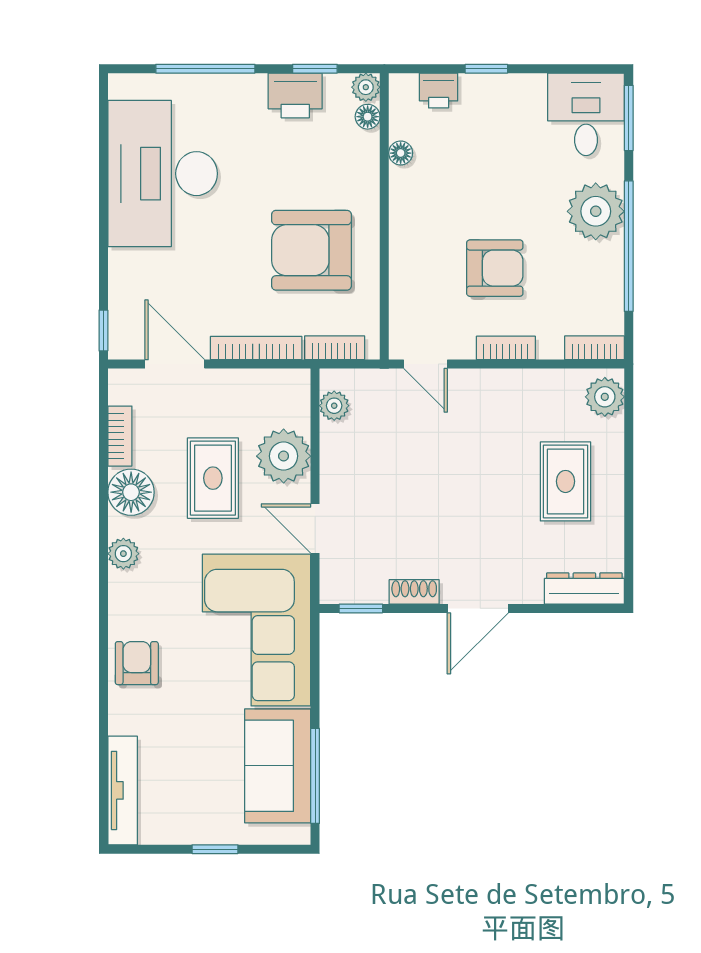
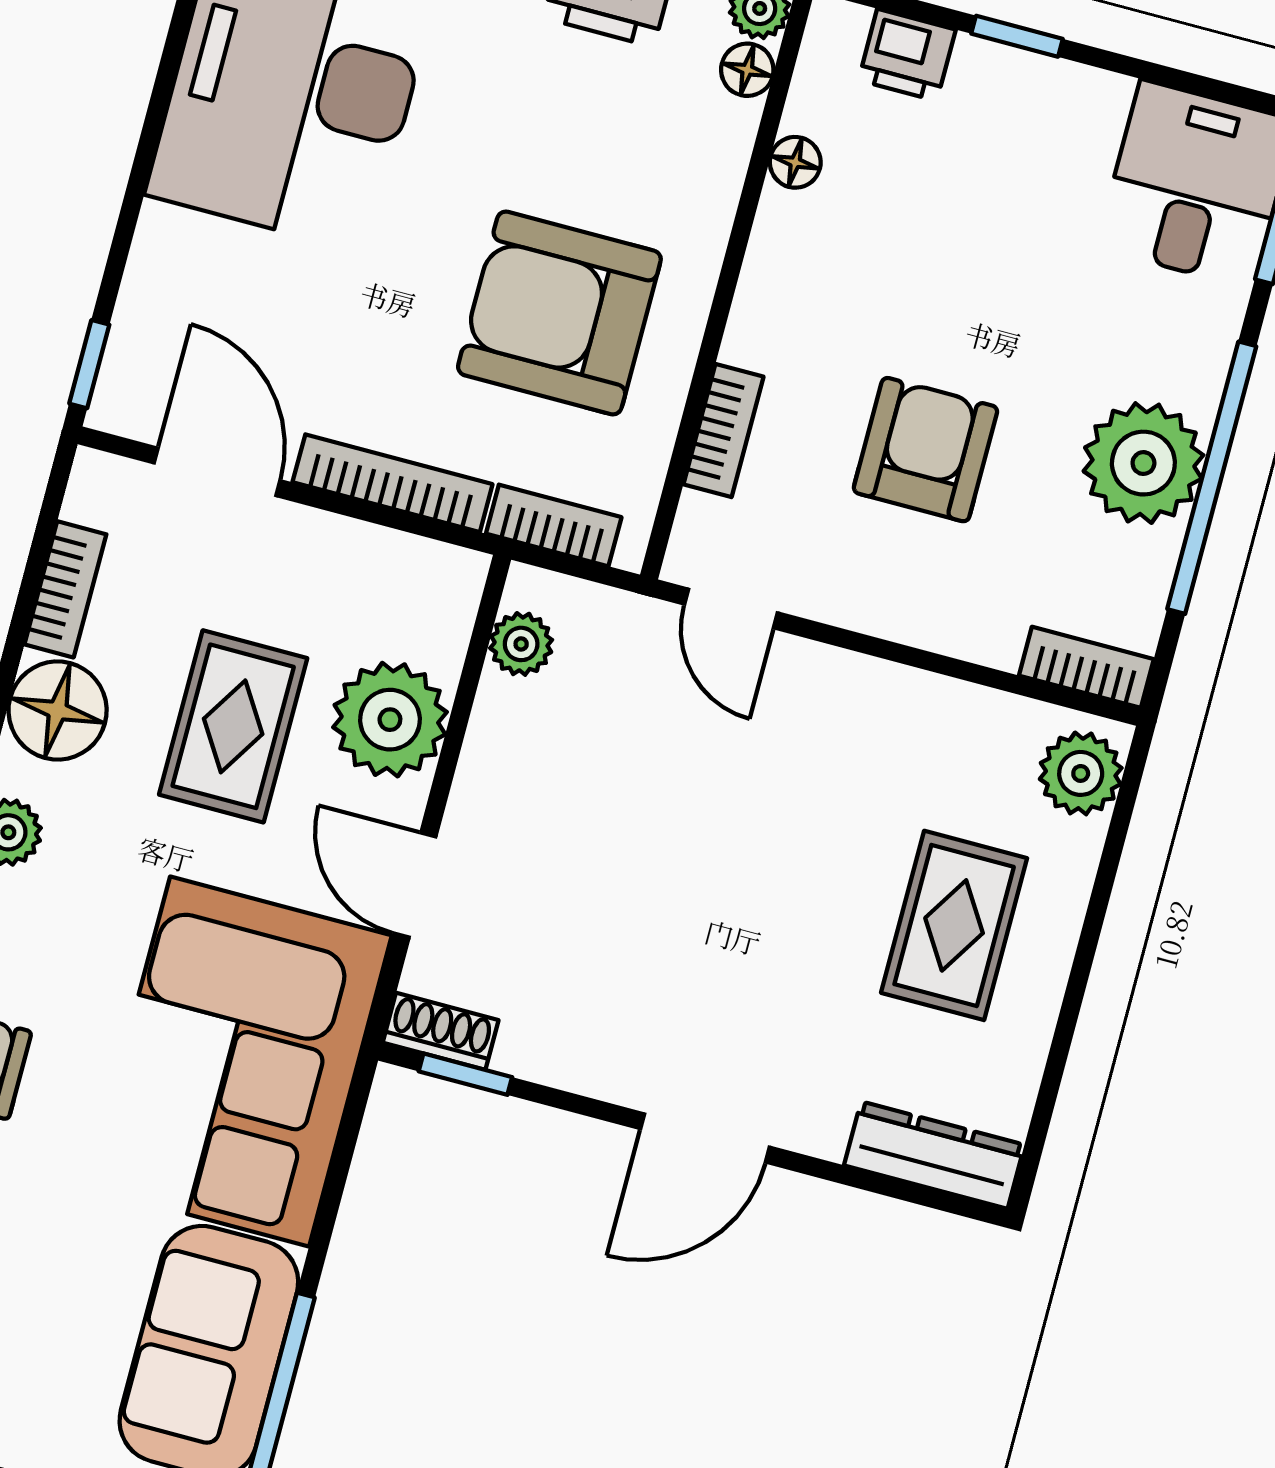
plant: (596, 211) -> (1143, 463), moved
armchair: (495, 268) -> (925, 450), turned -90
bookcase: (506, 348) -> (723, 430), moved, turned 90
shoe rack: (414, 592) -> (441, 1031), moved

